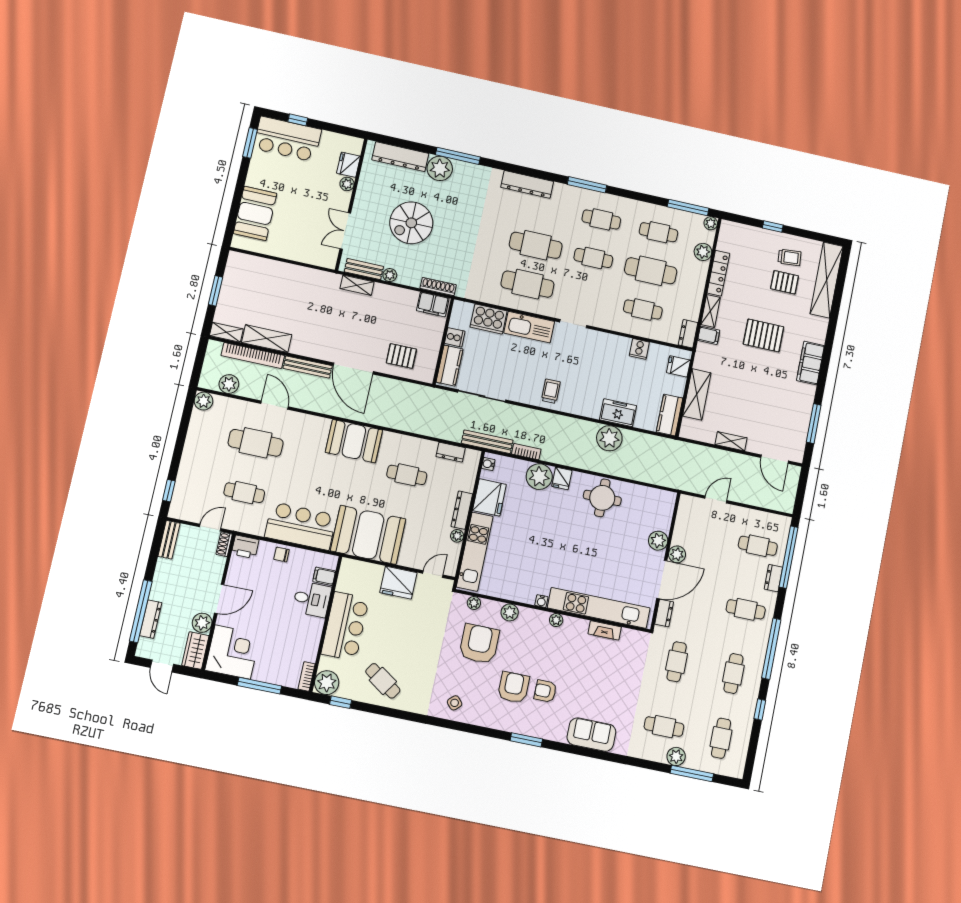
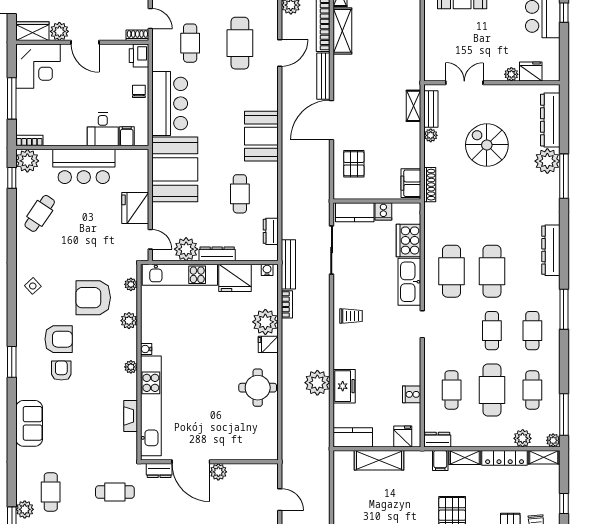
shelving: (731, 441) -> (544, 457), moved, turned 90
plant: (457, 536) -> (186, 249), width x1.88, depth x1.88
plant: (658, 541) -> (228, 451), removed
armchair: (479, 644) -> (93, 298), turned 180

